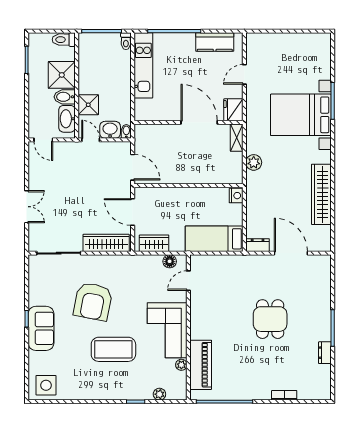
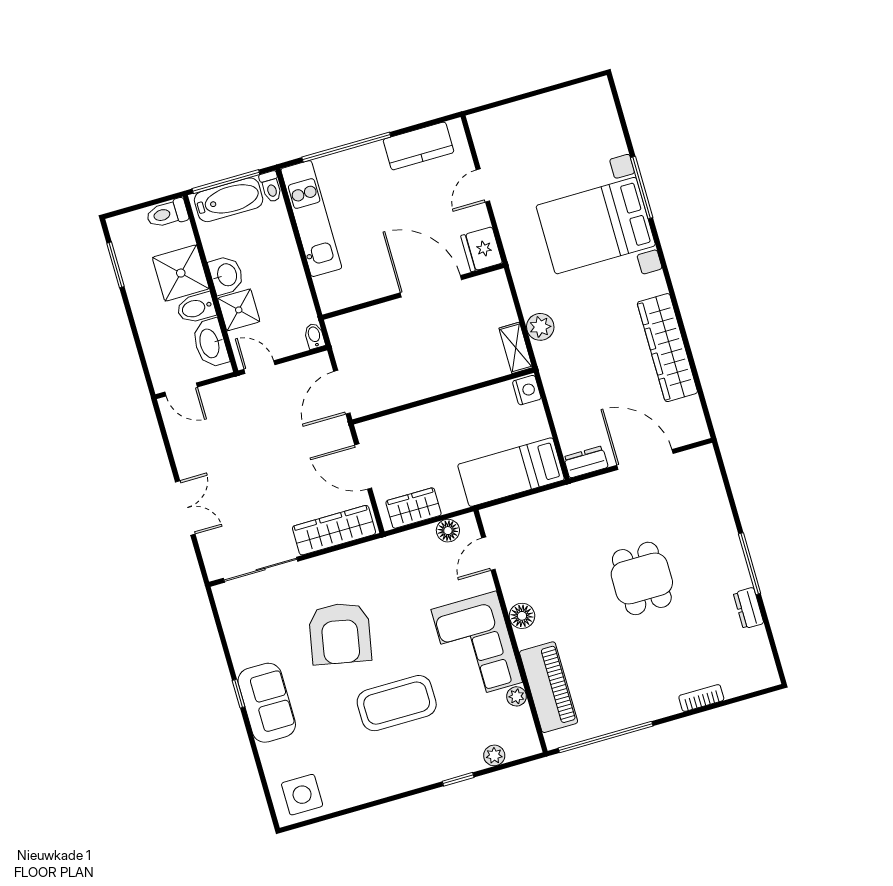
bathtub: (100, 42) -> (229, 200), added
washbasin: (110, 130) -> (226, 275), moved, turned 90
shelving: (237, 138) -> (516, 348), moved
door: (133, 167) -> (342, 392), swing flipped
floor lamp: (197, 321) -> (522, 616), added

